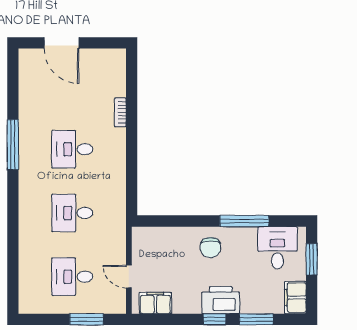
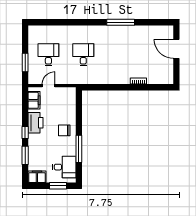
door: (62, 43) -> (176, 49), hinge flipped
desk: (72, 149) -> (118, 55), removed
printer: (221, 300) -> (36, 123), moved

